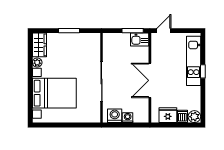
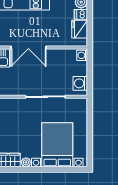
double door: (150, 80) -> (28, 47), moved
washing machine: (128, 118) -> (82, 55), moved

